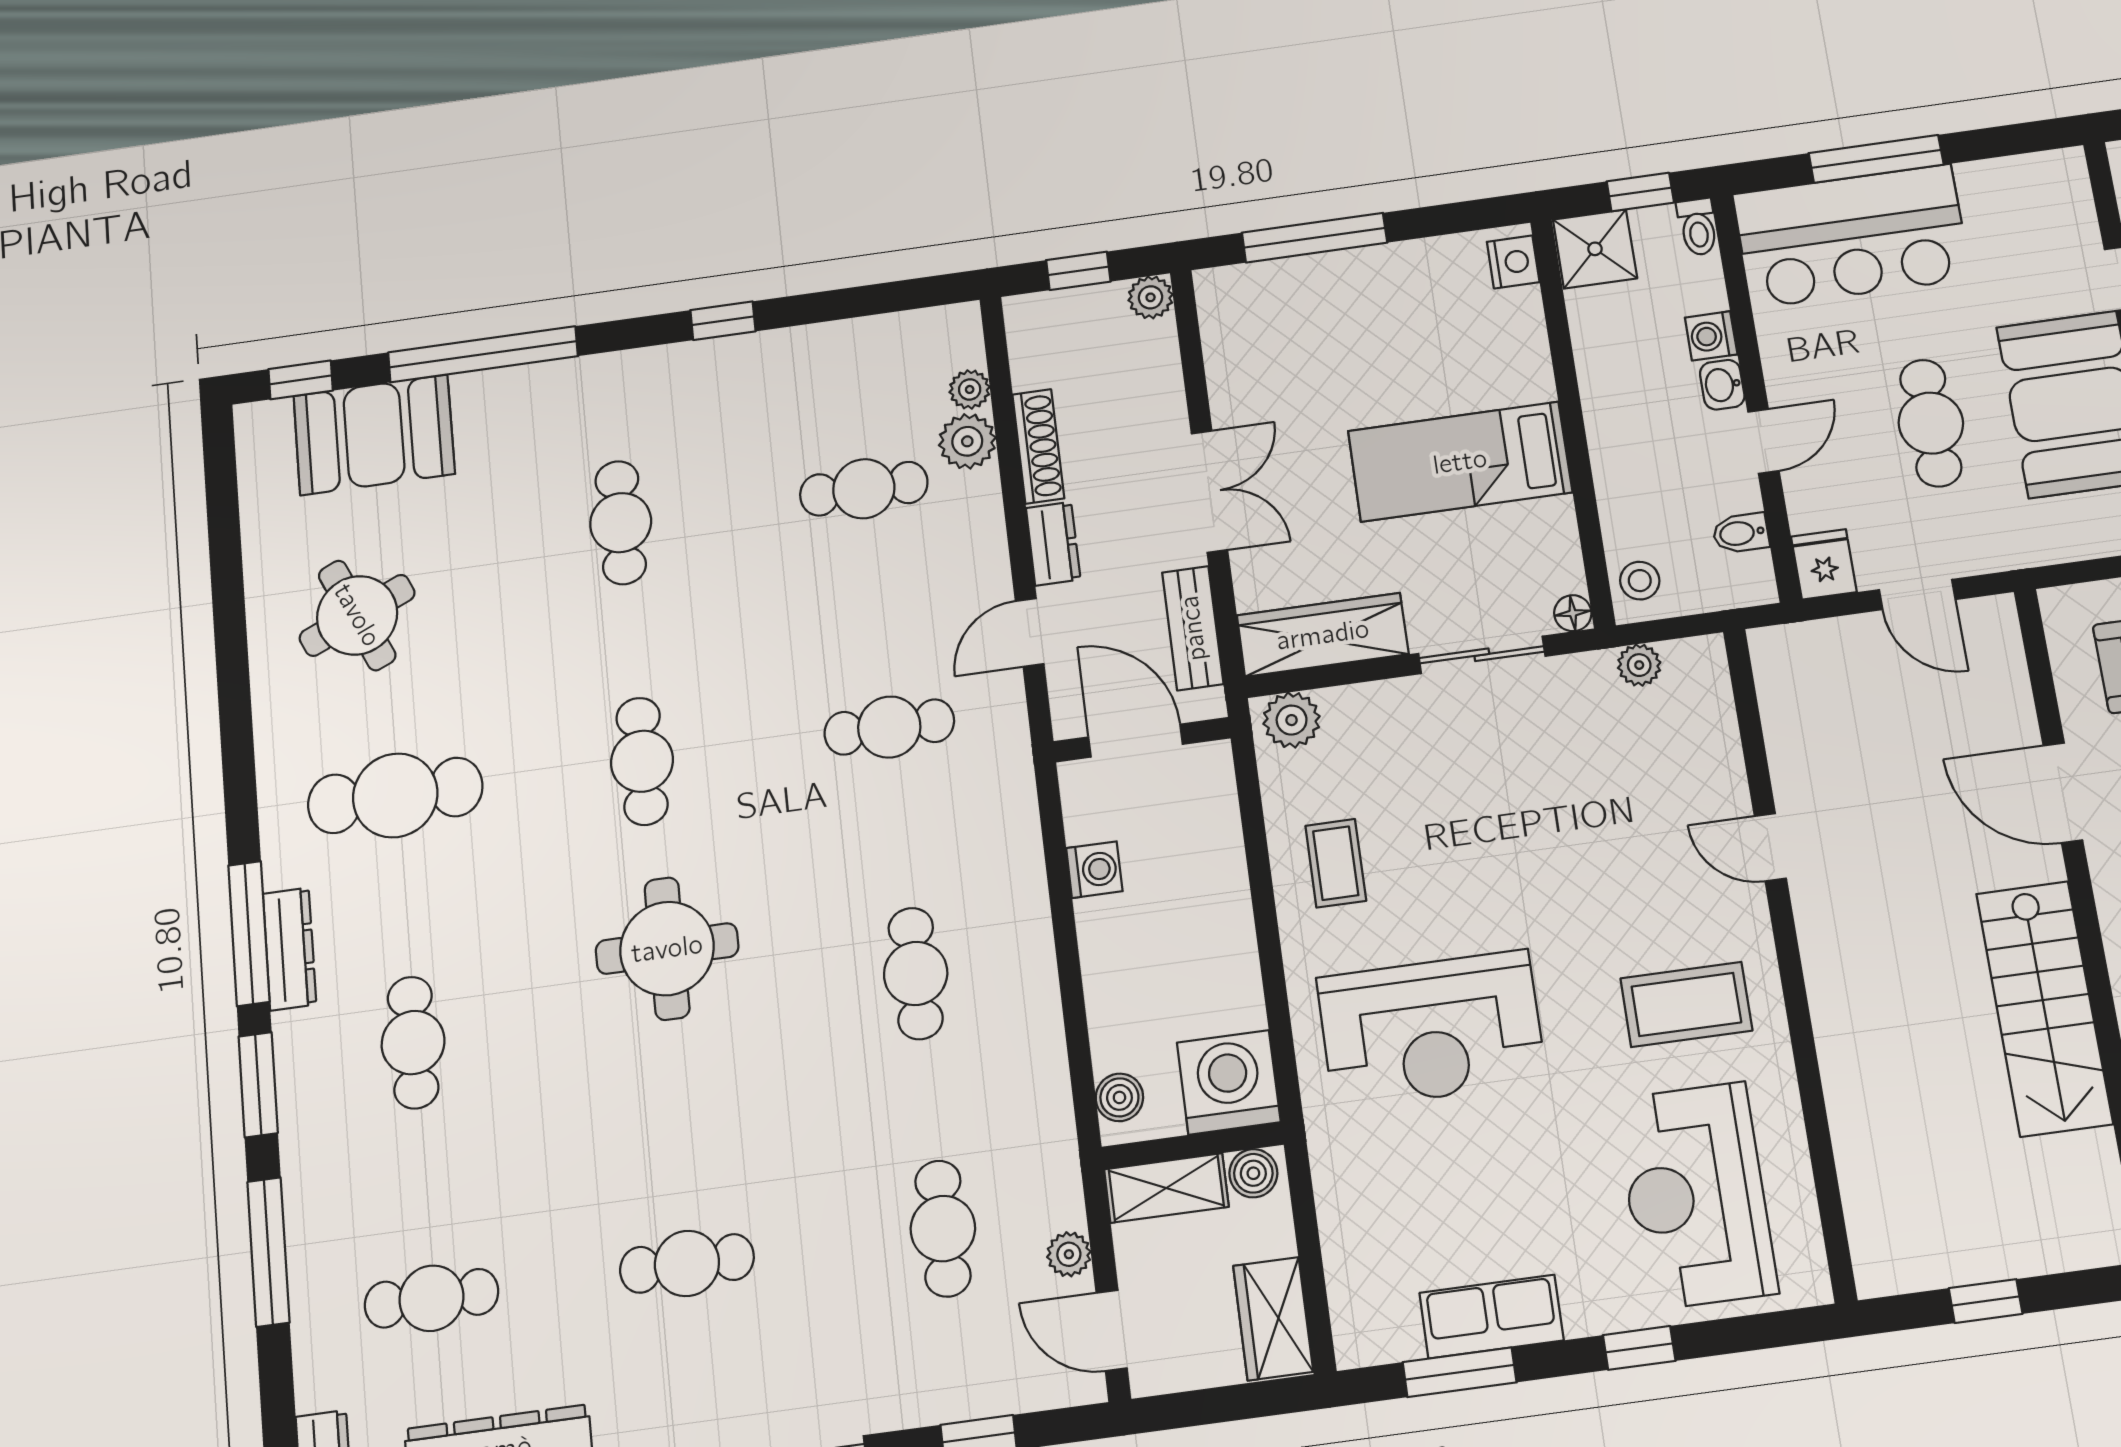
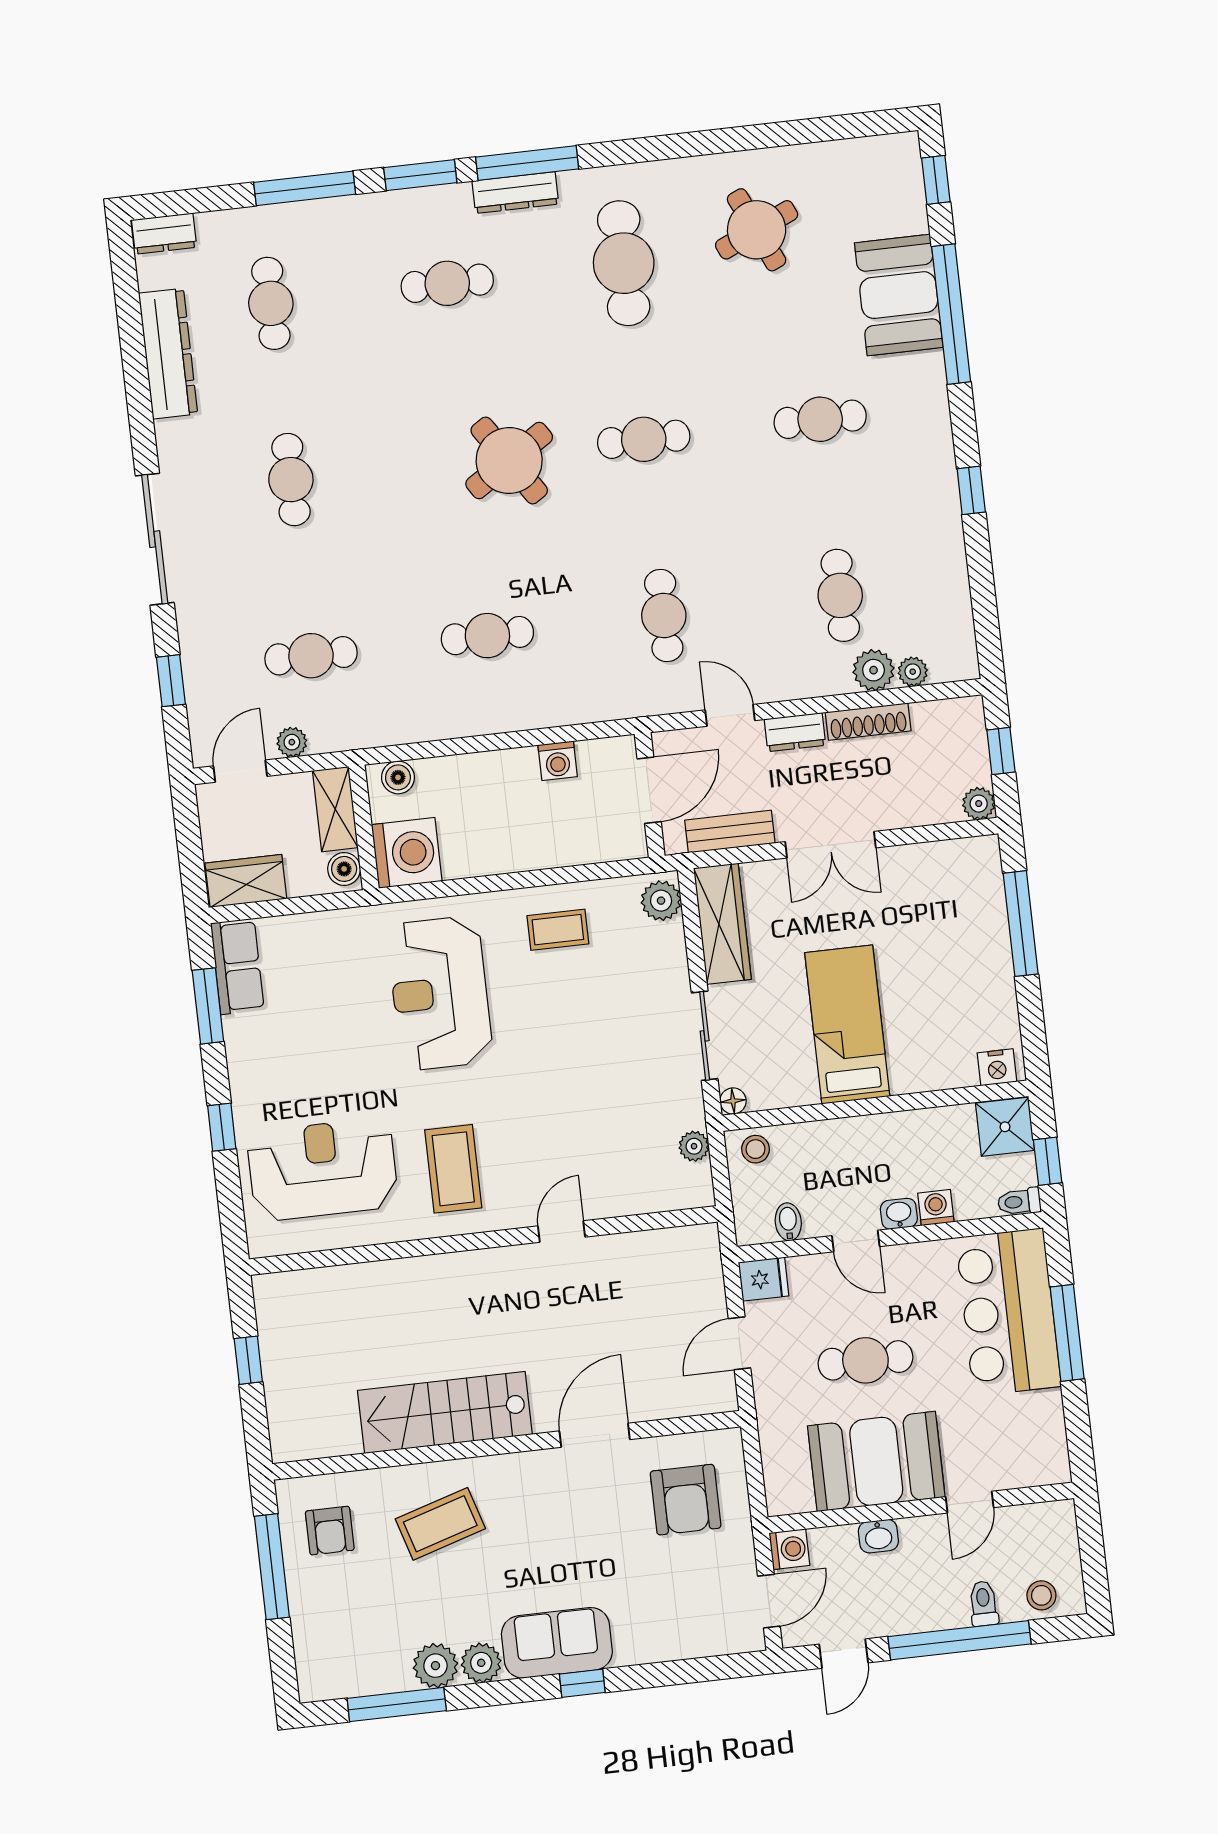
booth: (374, 435) -> (899, 295), moved
round table: (667, 949) -> (509, 460), turned -33
row of seats: (1492, 1317) -> (237, 966), moved

